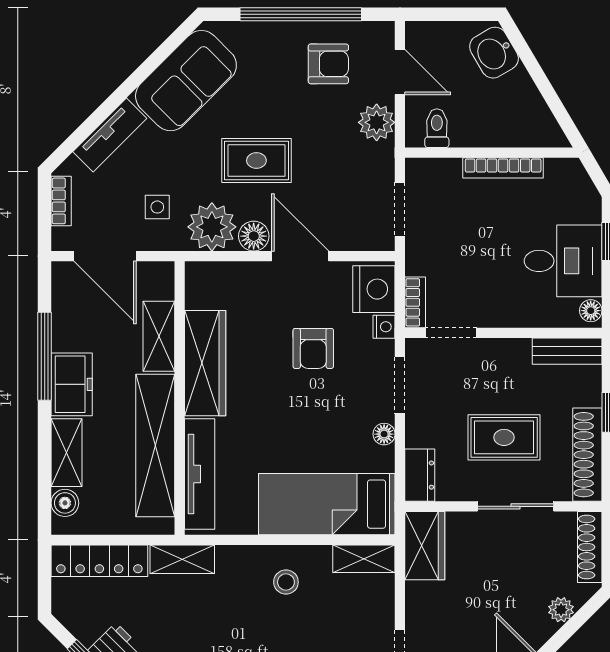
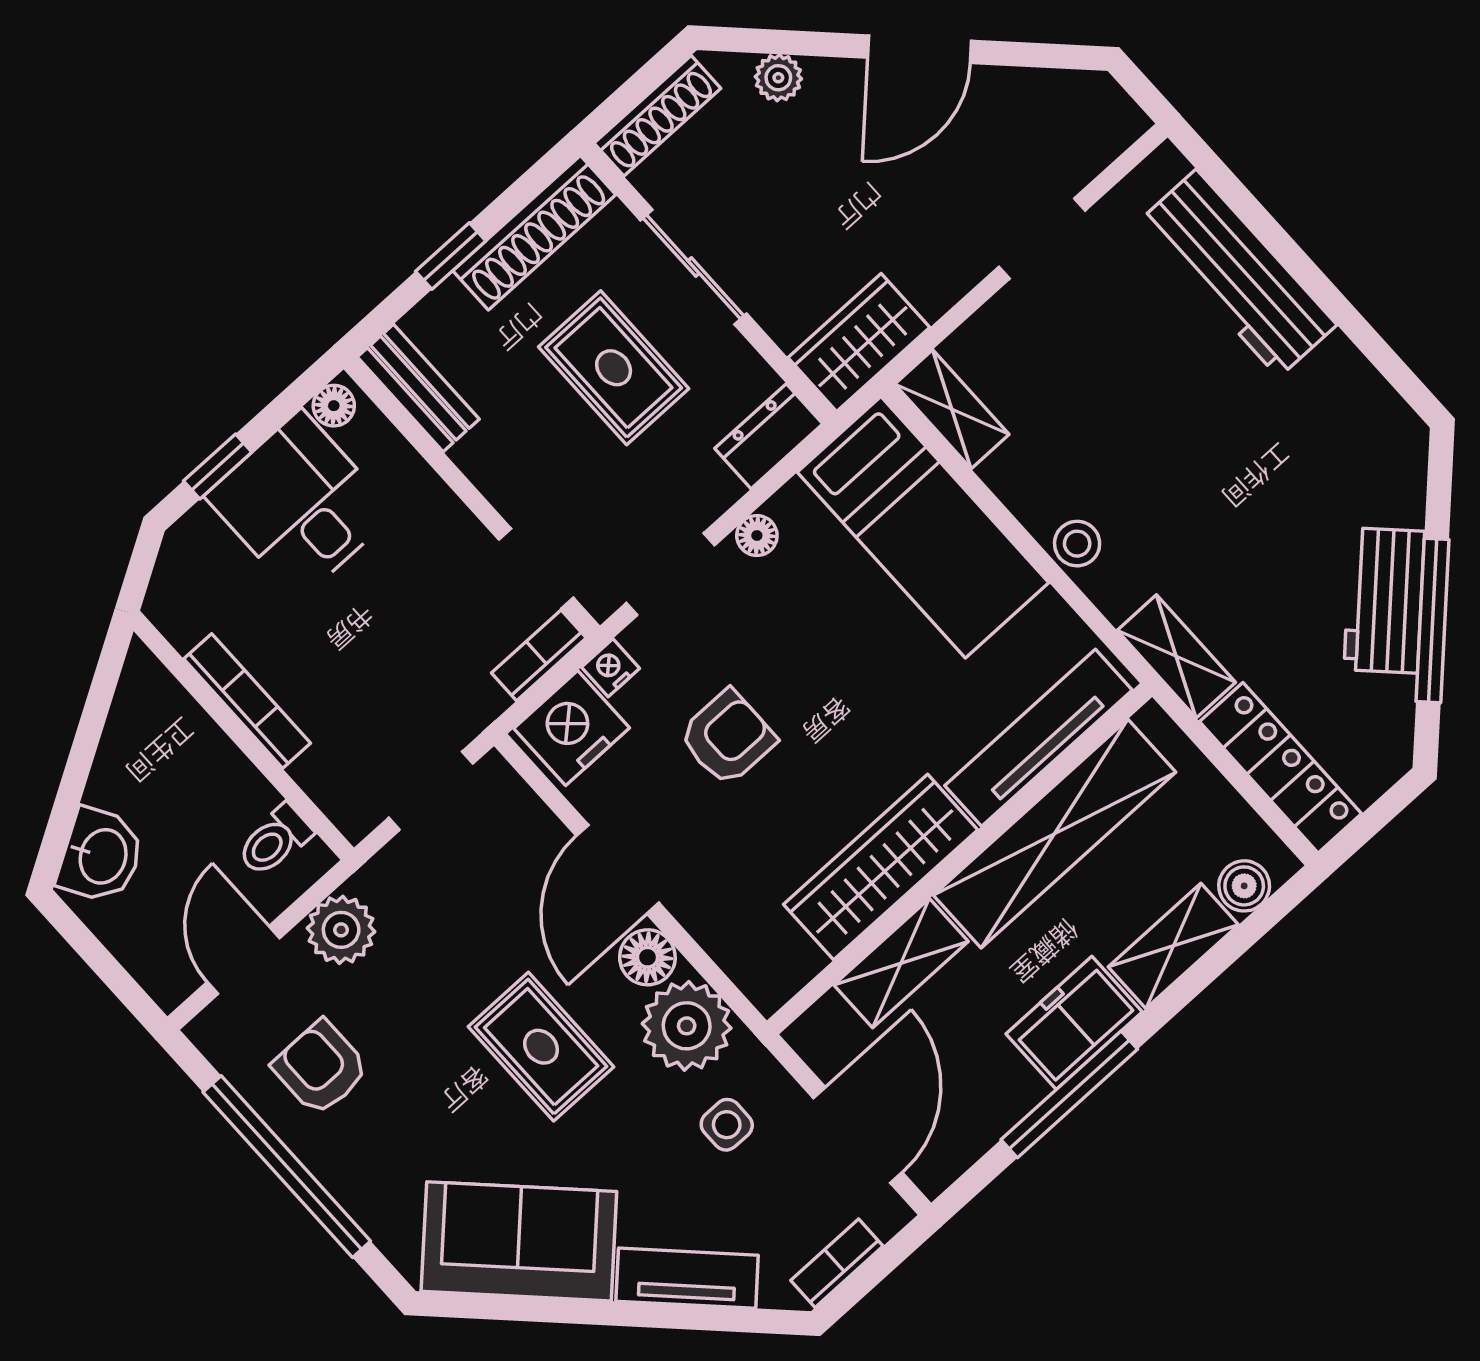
stool: (286, 582) -> (1077, 544), moved

